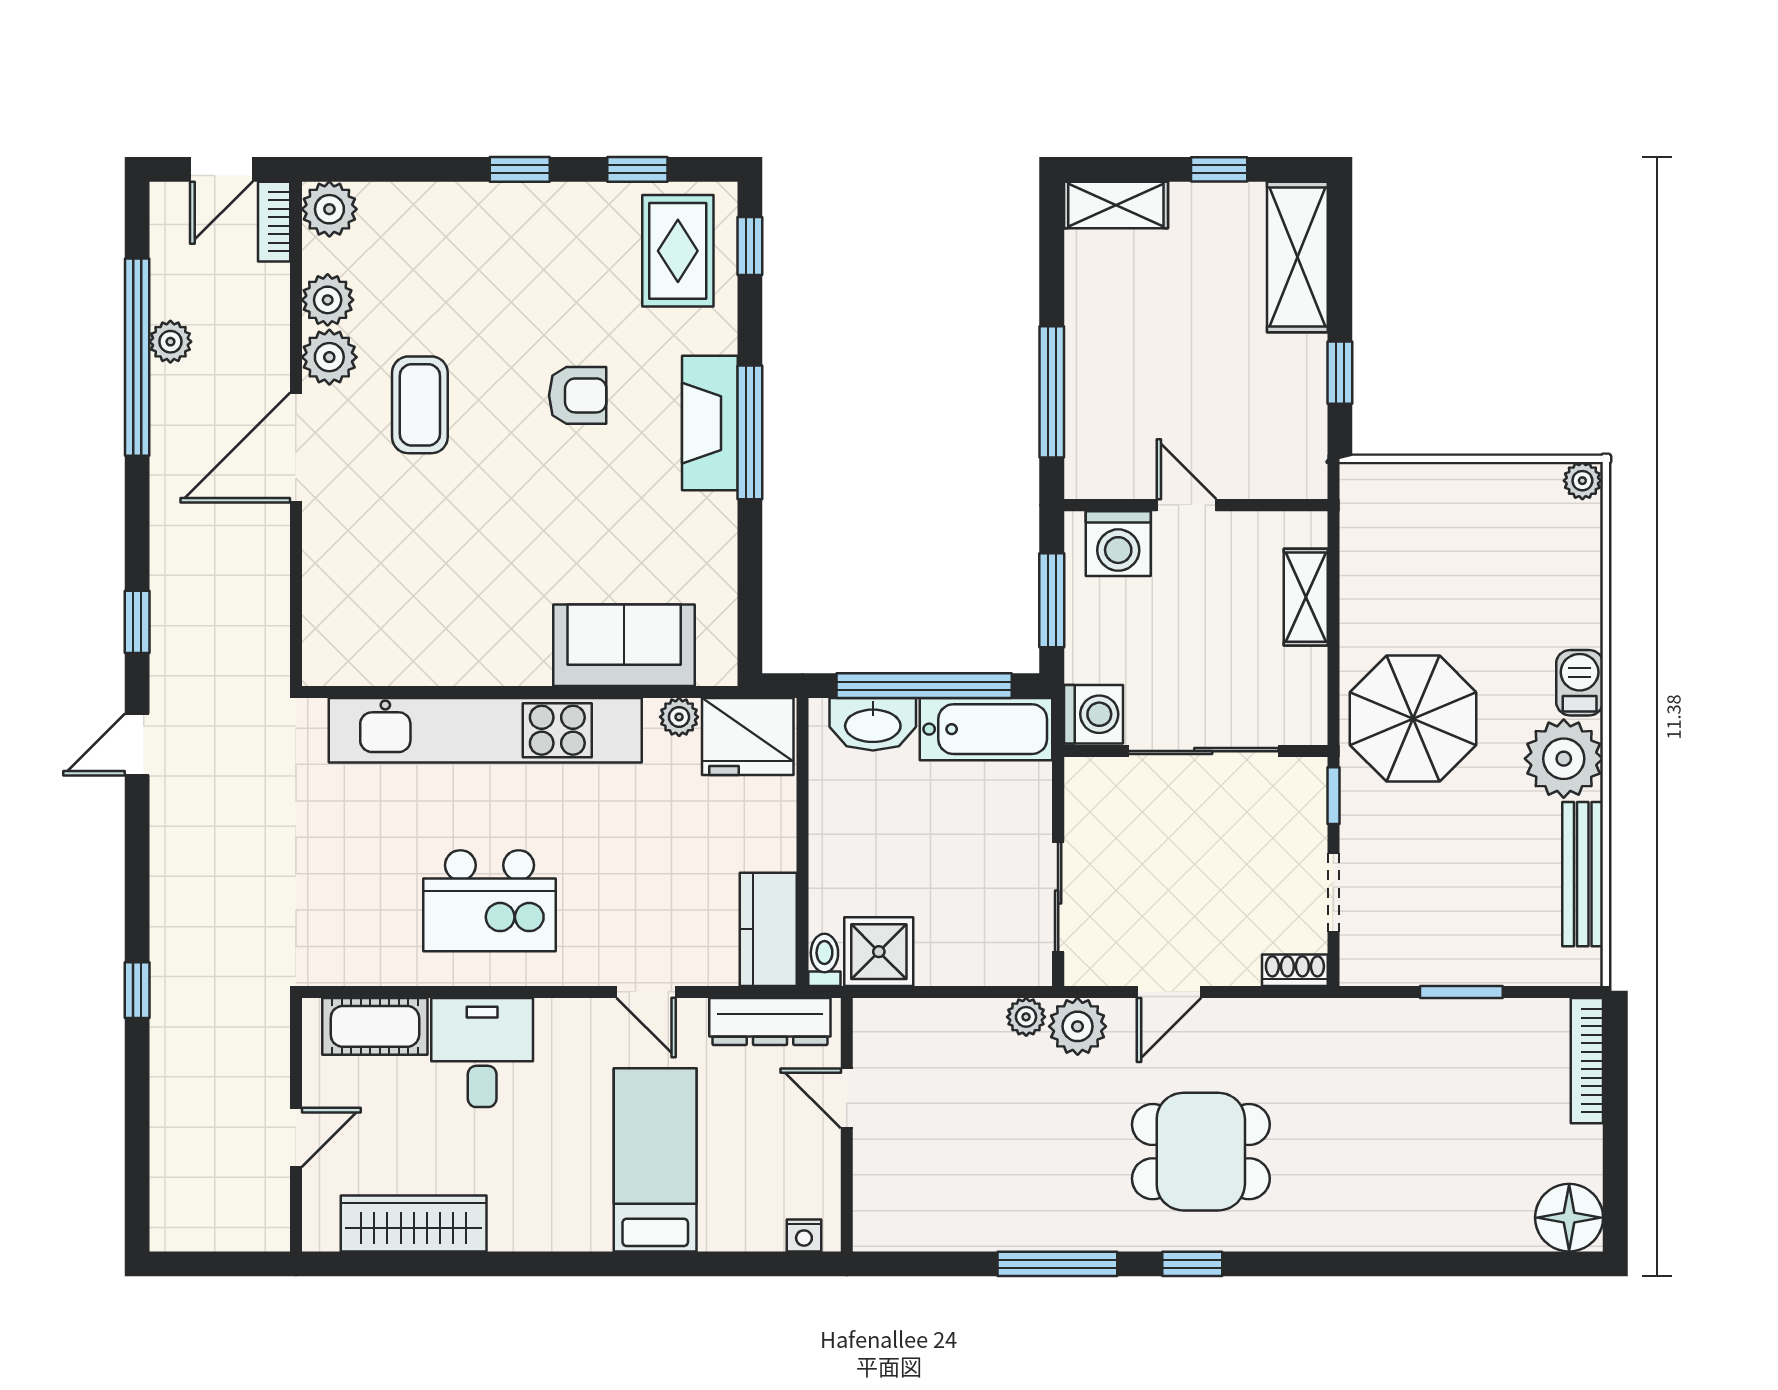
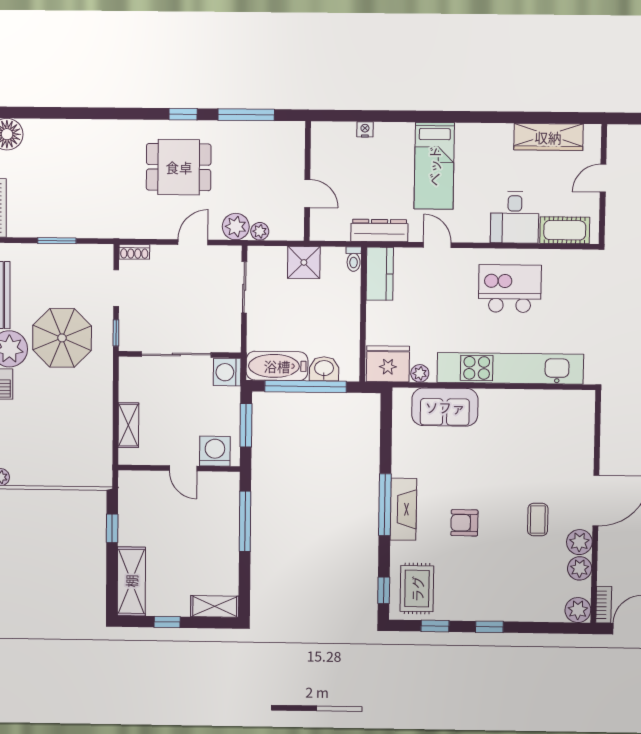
coffee table: (420, 405) -> (538, 519), width x0.73, depth x0.77
parasol: (1413, 719) -> (62, 338), moved
washbasin: (873, 724) -> (324, 369), width x0.72
shower: (879, 952) -> (304, 262), moved
door: (847, 1098) -> (307, 193), moved
wall: (847, 1125) -> (307, 181), moved

